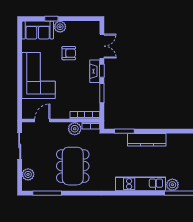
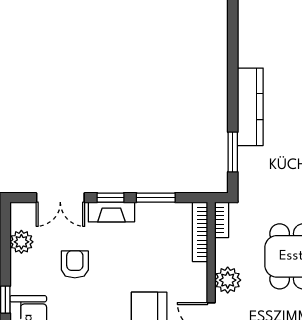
plant: (60, 27) -> (21, 242), moved
double door: (102, 46) -> (60, 198), swing flipped
plant: (75, 129) -> (228, 280), moved

